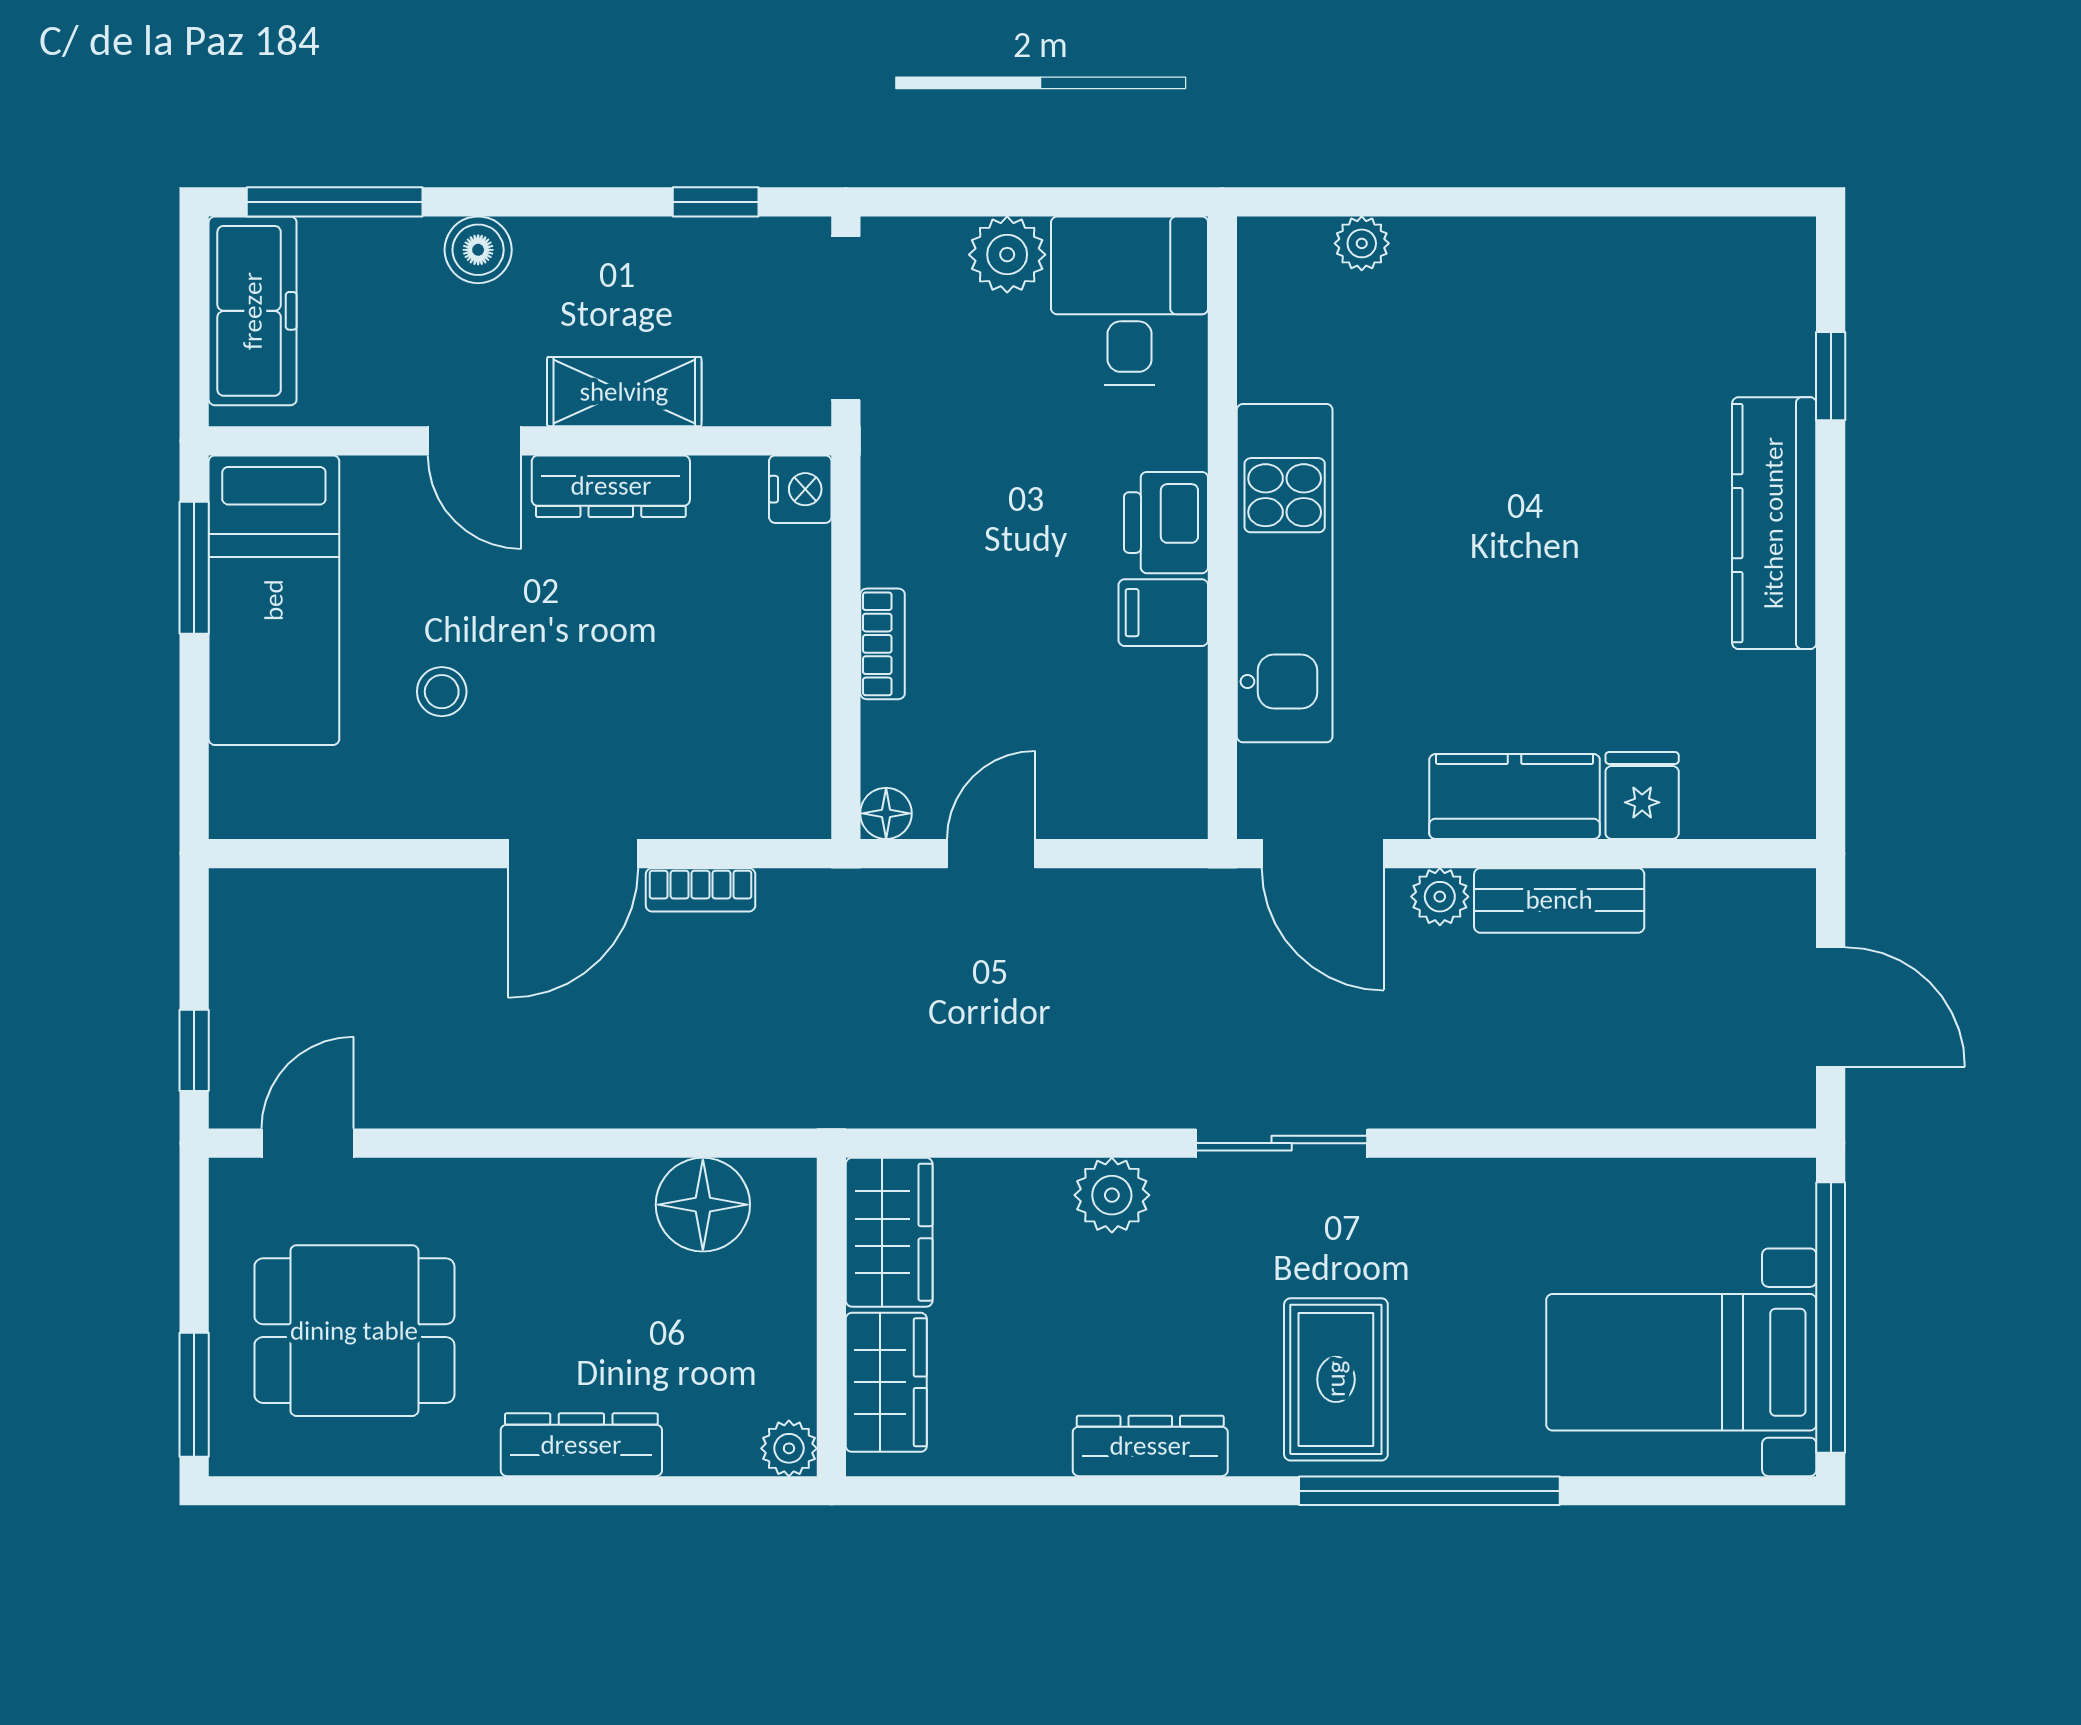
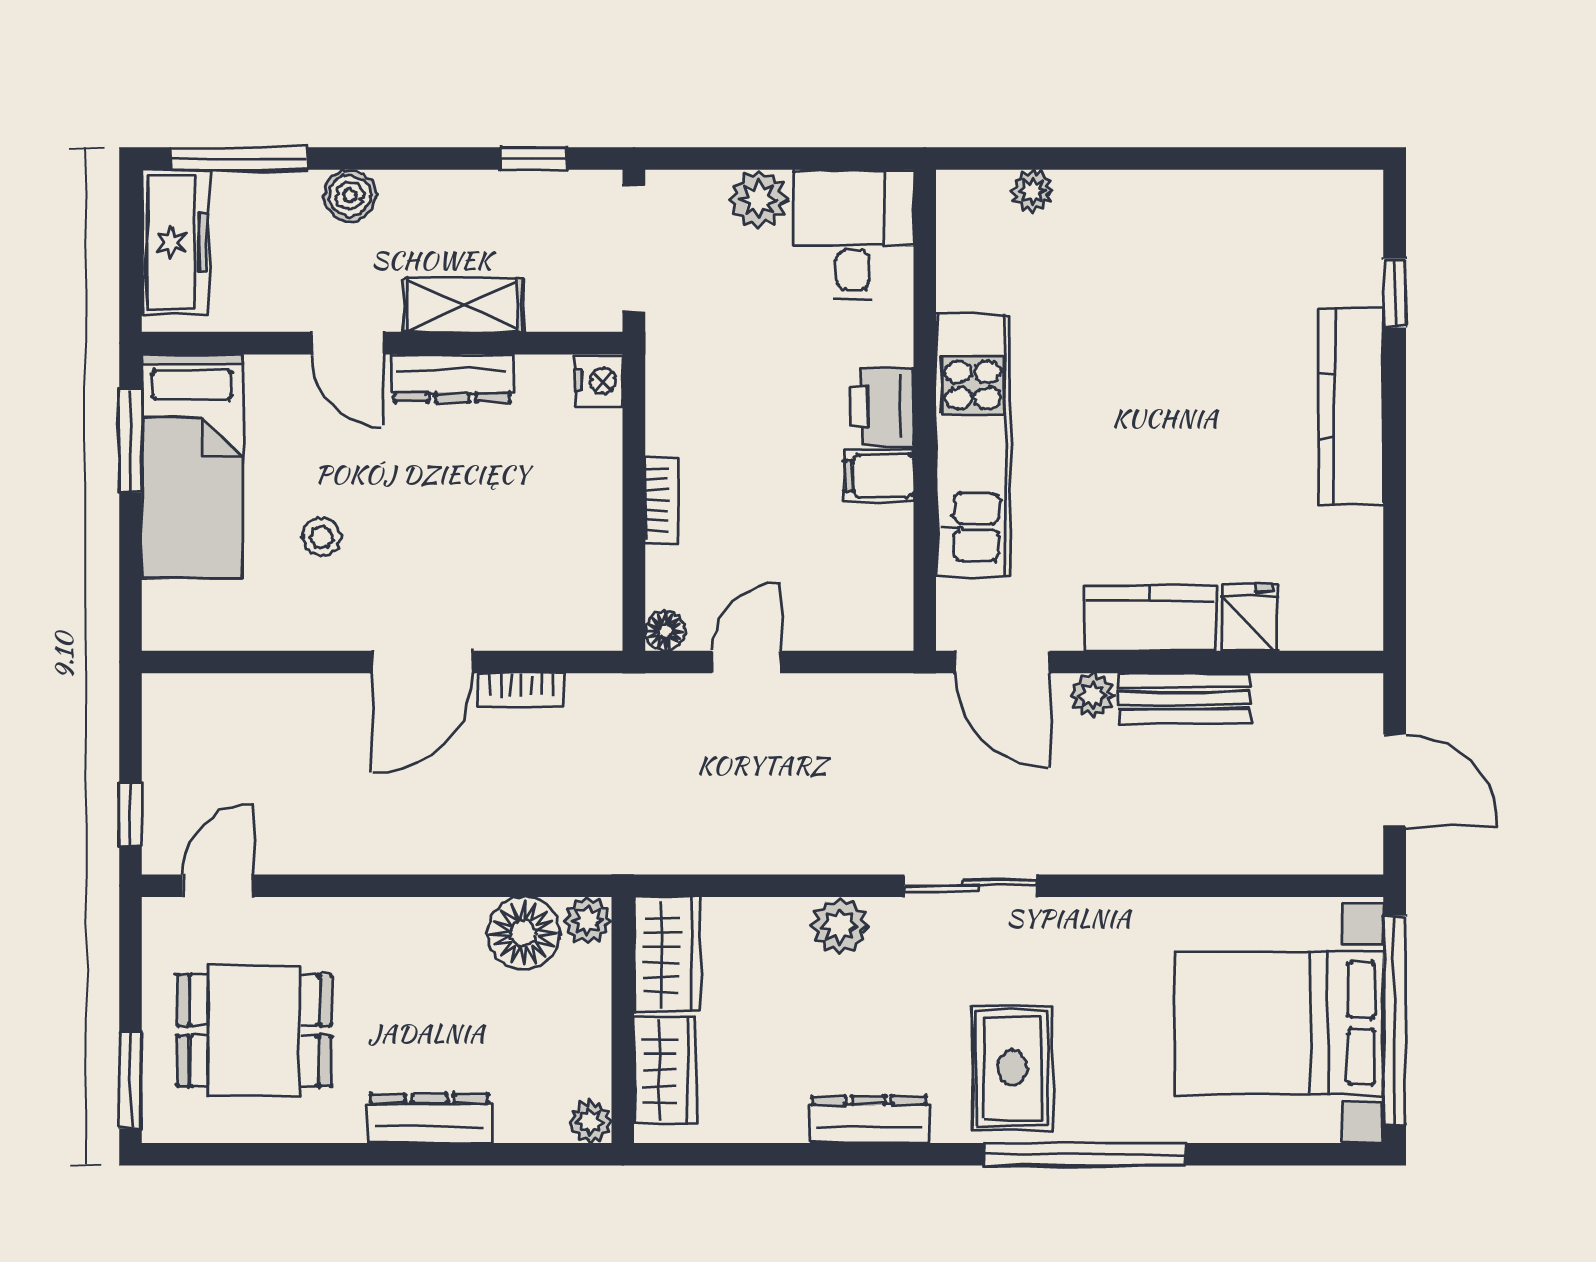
plant: (786, 1188) -> (588, 921), added
bed with nightstands: (1681, 1362) -> (1279, 1023), width x1.36

